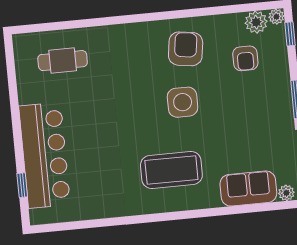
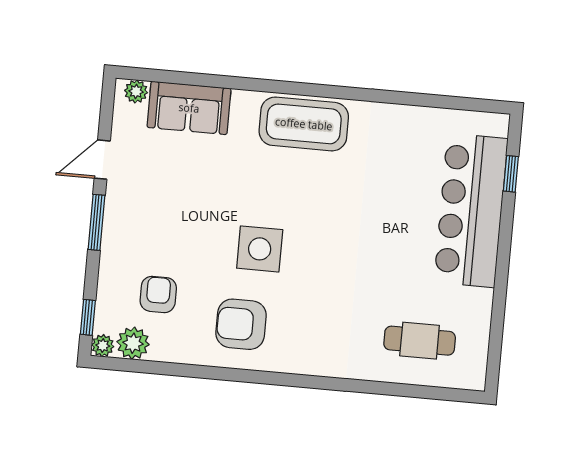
armchair: (186, 49) -> (241, 324), turned 82
coffee table: (171, 170) -> (304, 124), moved

